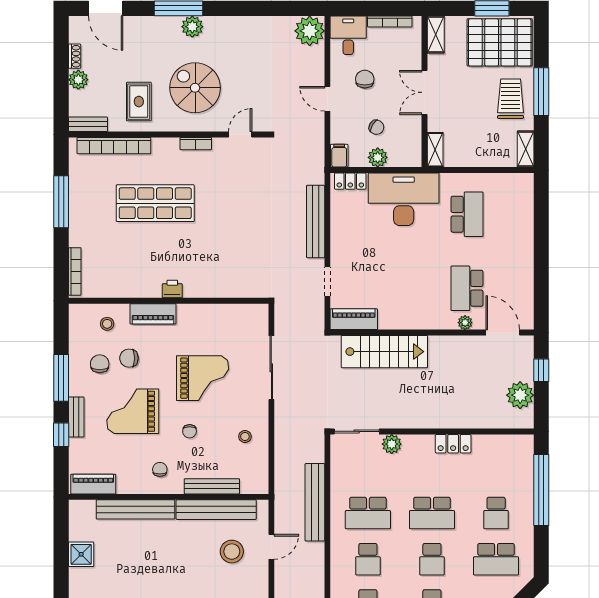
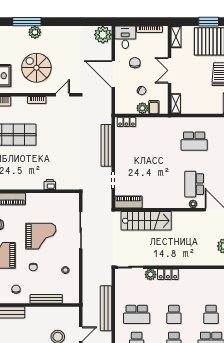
door: (327, 99) -> (113, 74), width x1.87
filing cabinet: (339, 156) -> (154, 107), moved
desk: (404, 199) -> (157, 132), removed
school desk: (467, 214) -> (194, 141), turned 90
printer: (172, 289) -> (50, 184), moved
locker: (453, 444) -> (168, 274), moved
bench: (216, 510) -> (49, 312), removed
school desk: (432, 513) -> (174, 314), width x0.54

